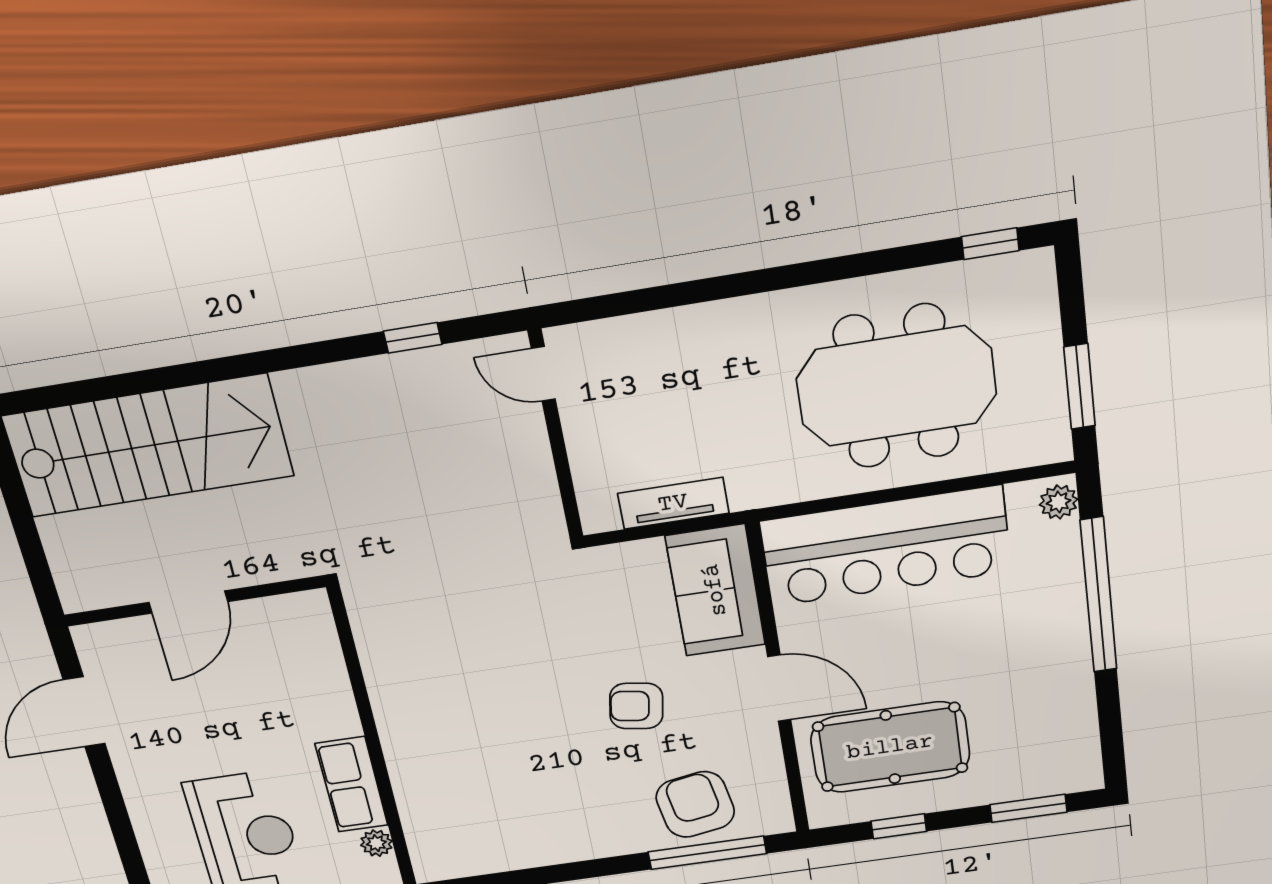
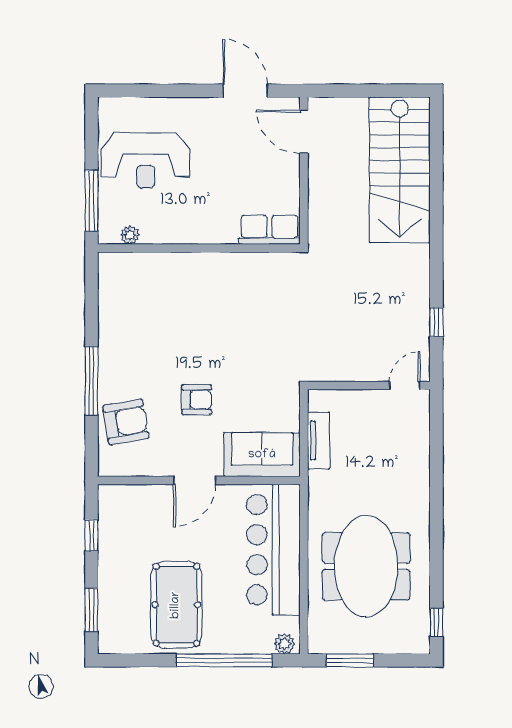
door: (188, 602) -> (304, 132), moved
armchair: (636, 706) -> (197, 400), turned 81
pool table: (890, 747) -> (176, 605), moved
row of seats: (352, 784) -> (269, 230), moved
window: (707, 853) -> (91, 381), moved

